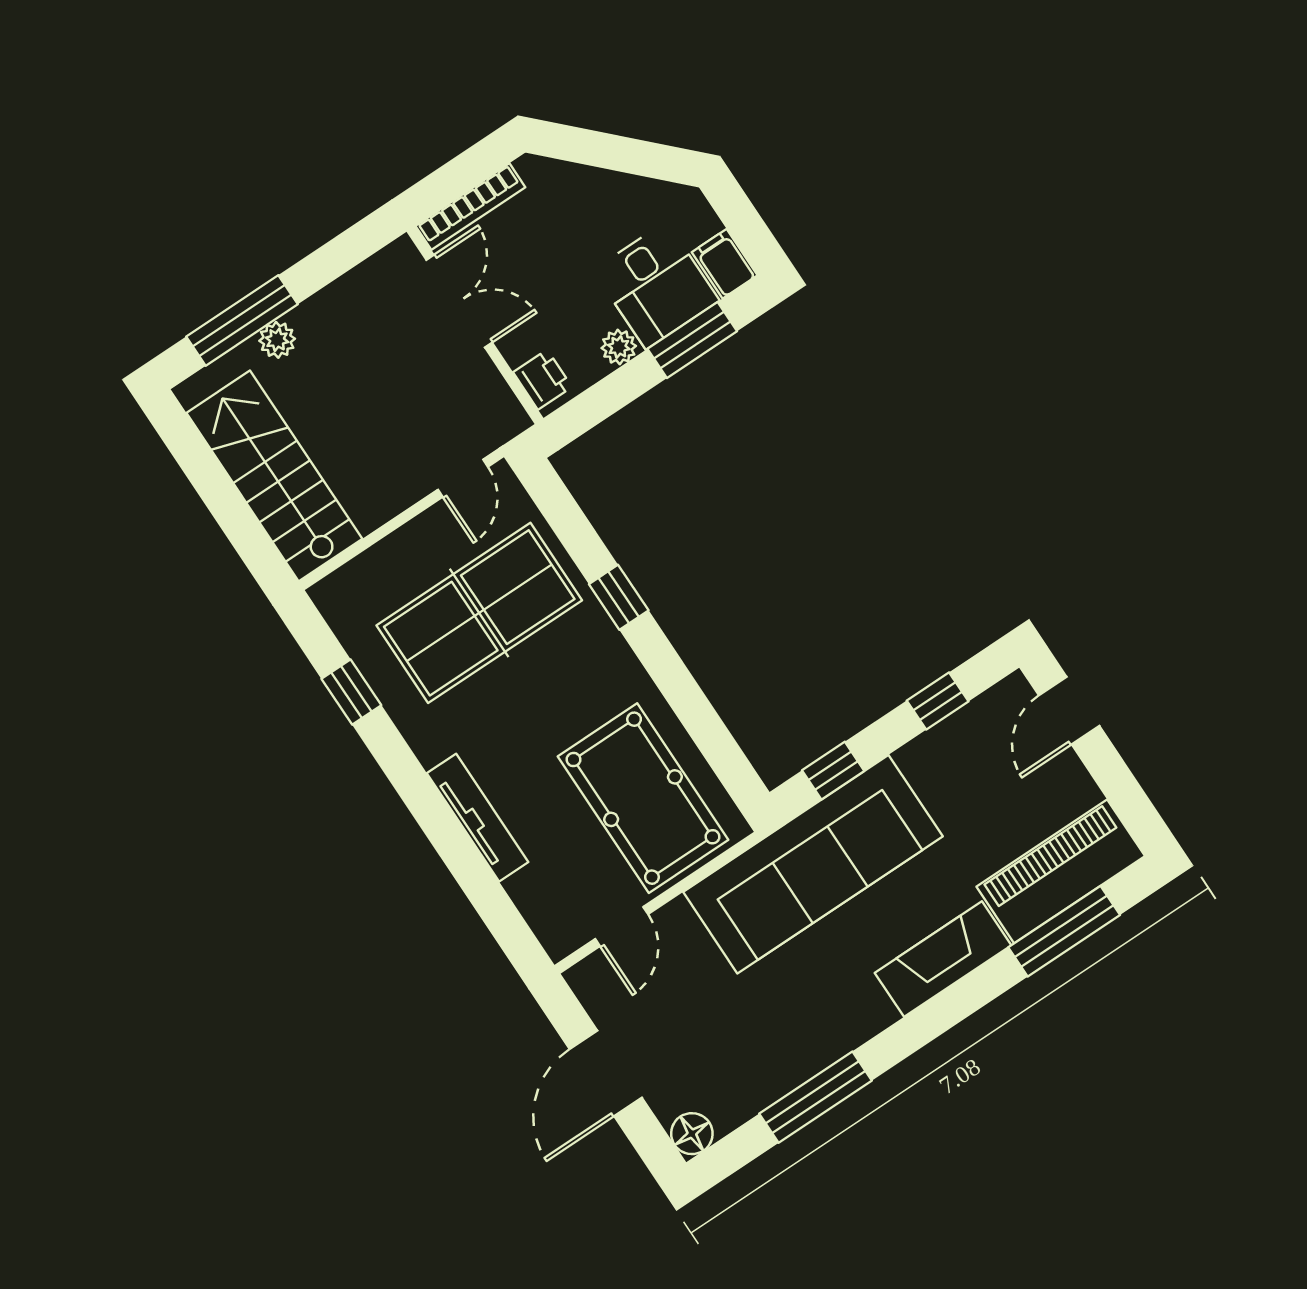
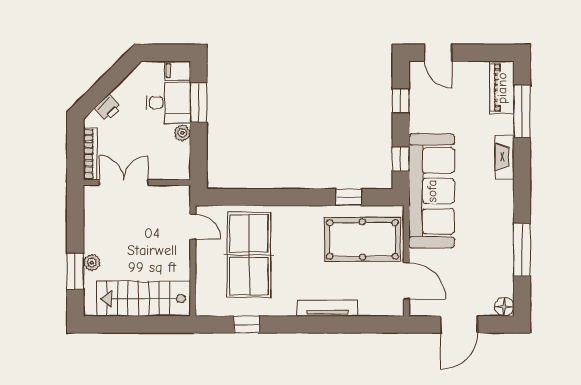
window: (242, 320) -> (75, 271), width x0.69
printer: (543, 380) -> (108, 108), moved, turned 135
window: (619, 597) -> (349, 197), moved
piano: (1061, 871) -> (502, 88), width x0.73, depth x0.75
door: (622, 927) -> (406, 281), width x1.37
fireplace: (943, 959) -> (504, 157), width x0.73, depth x0.76
door: (606, 1073) -> (459, 324), hinge flipped

